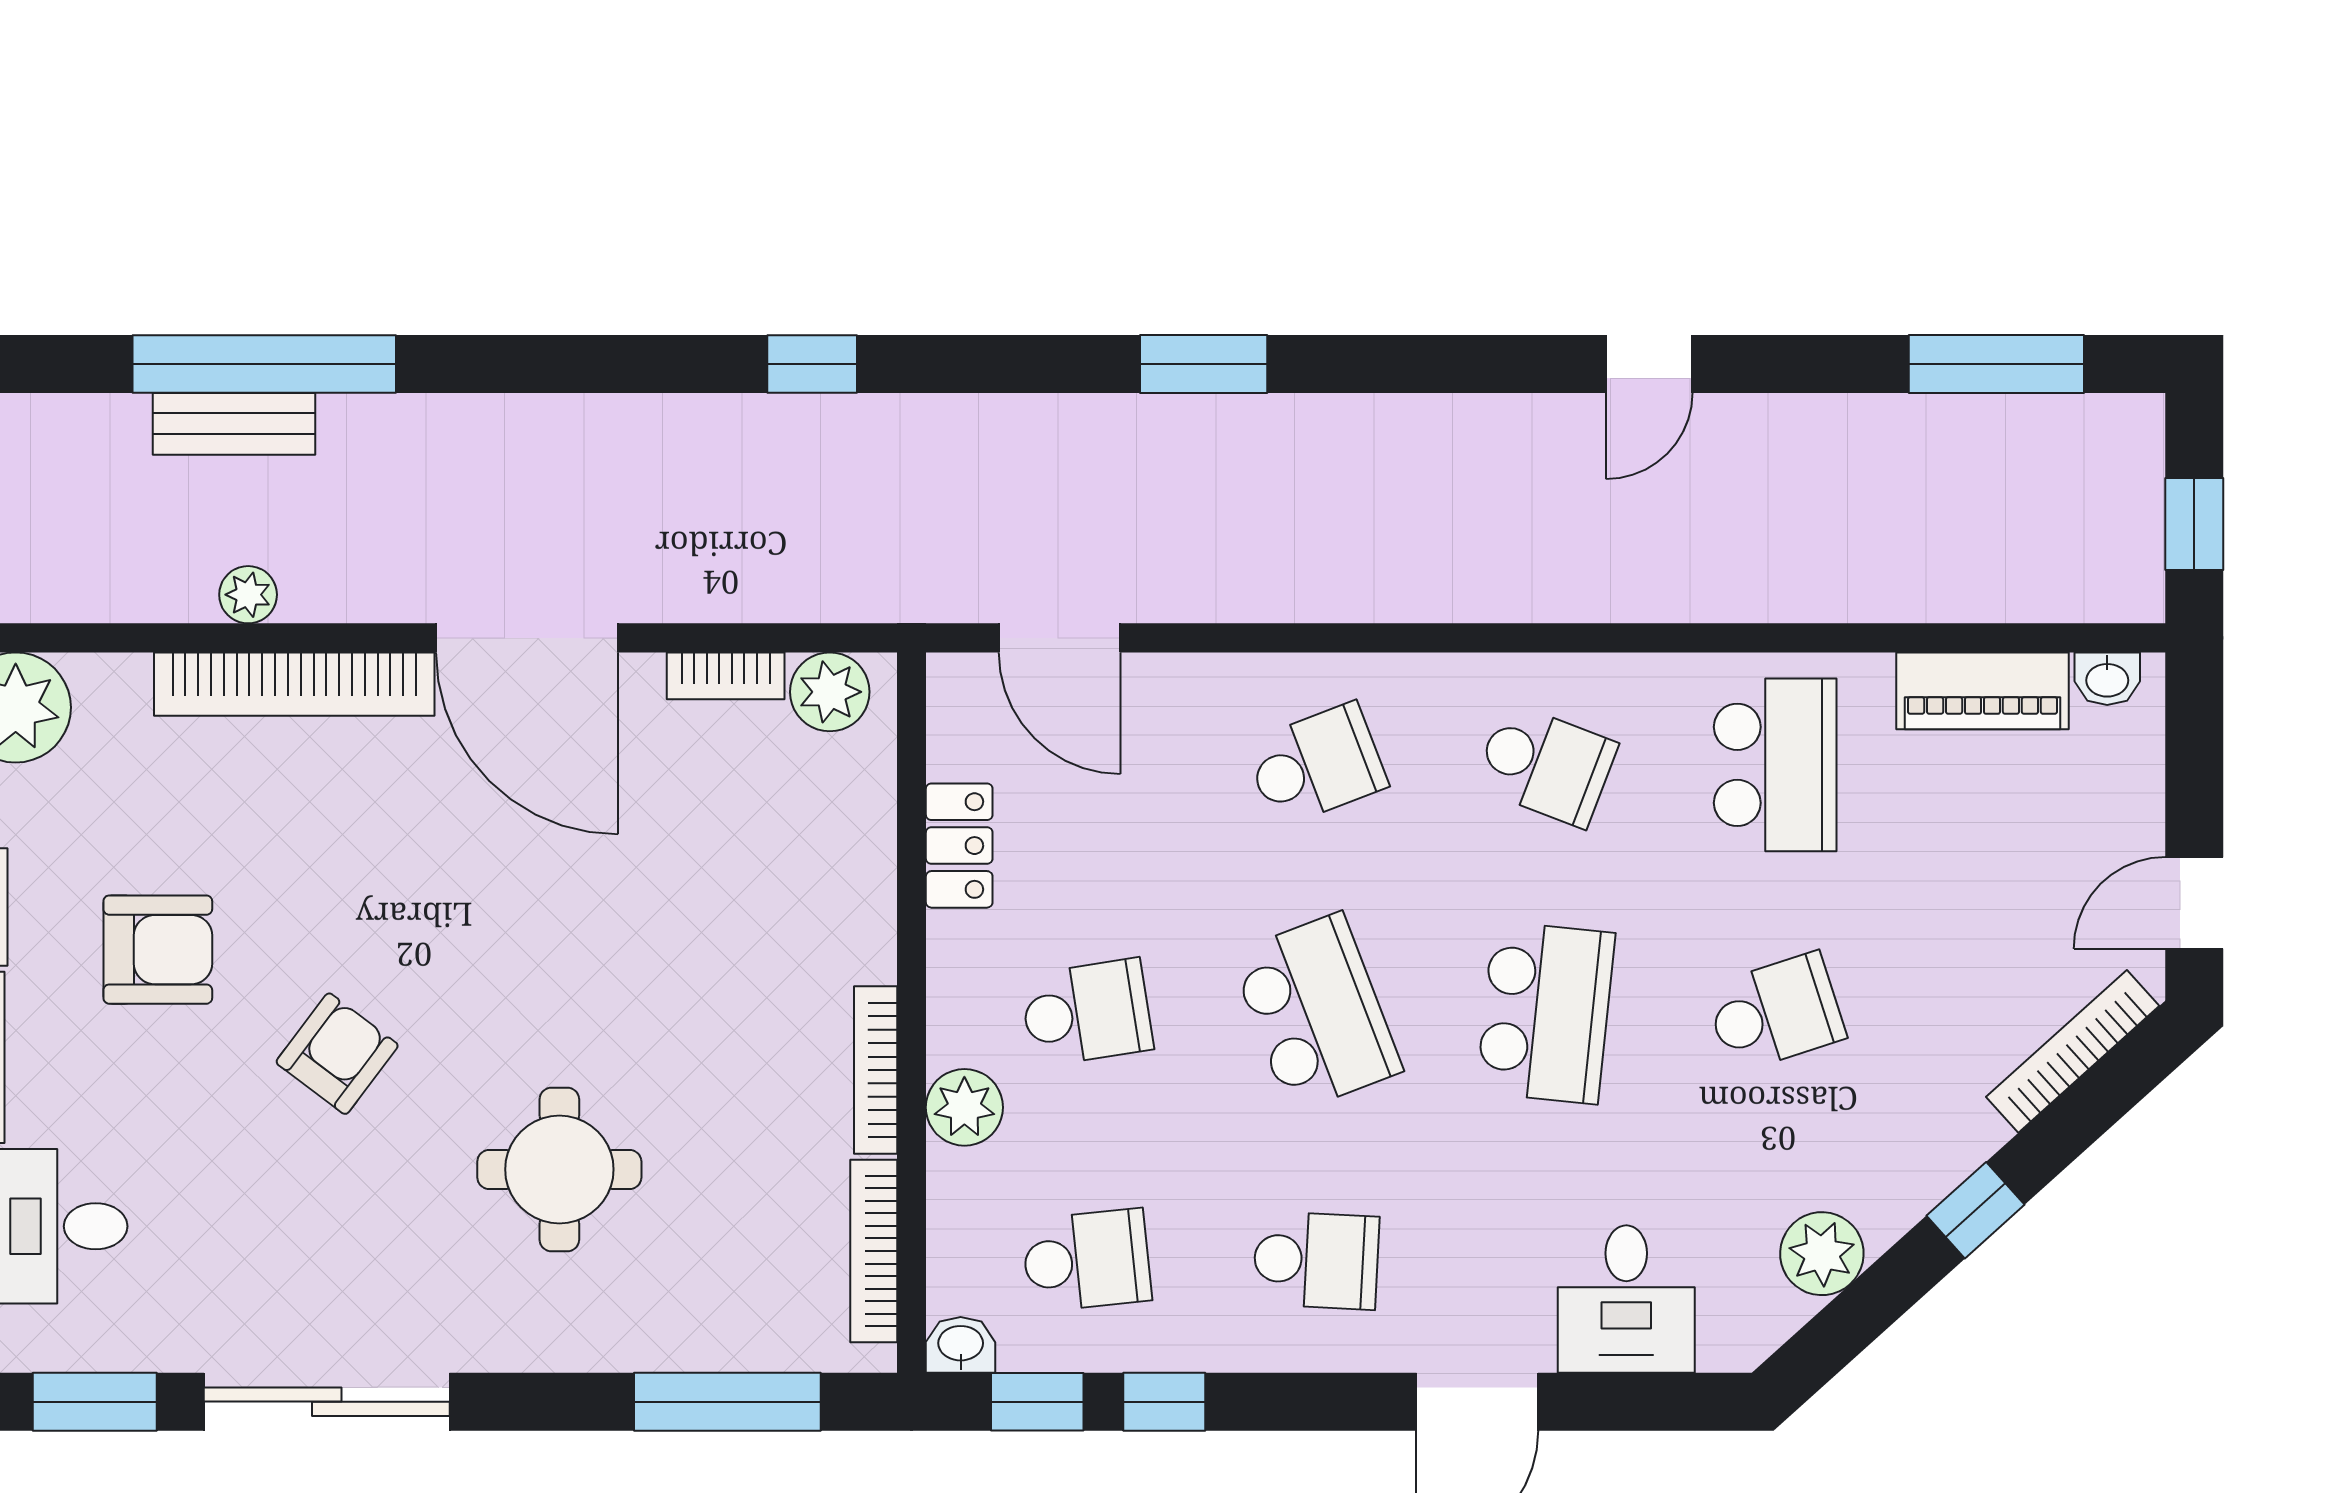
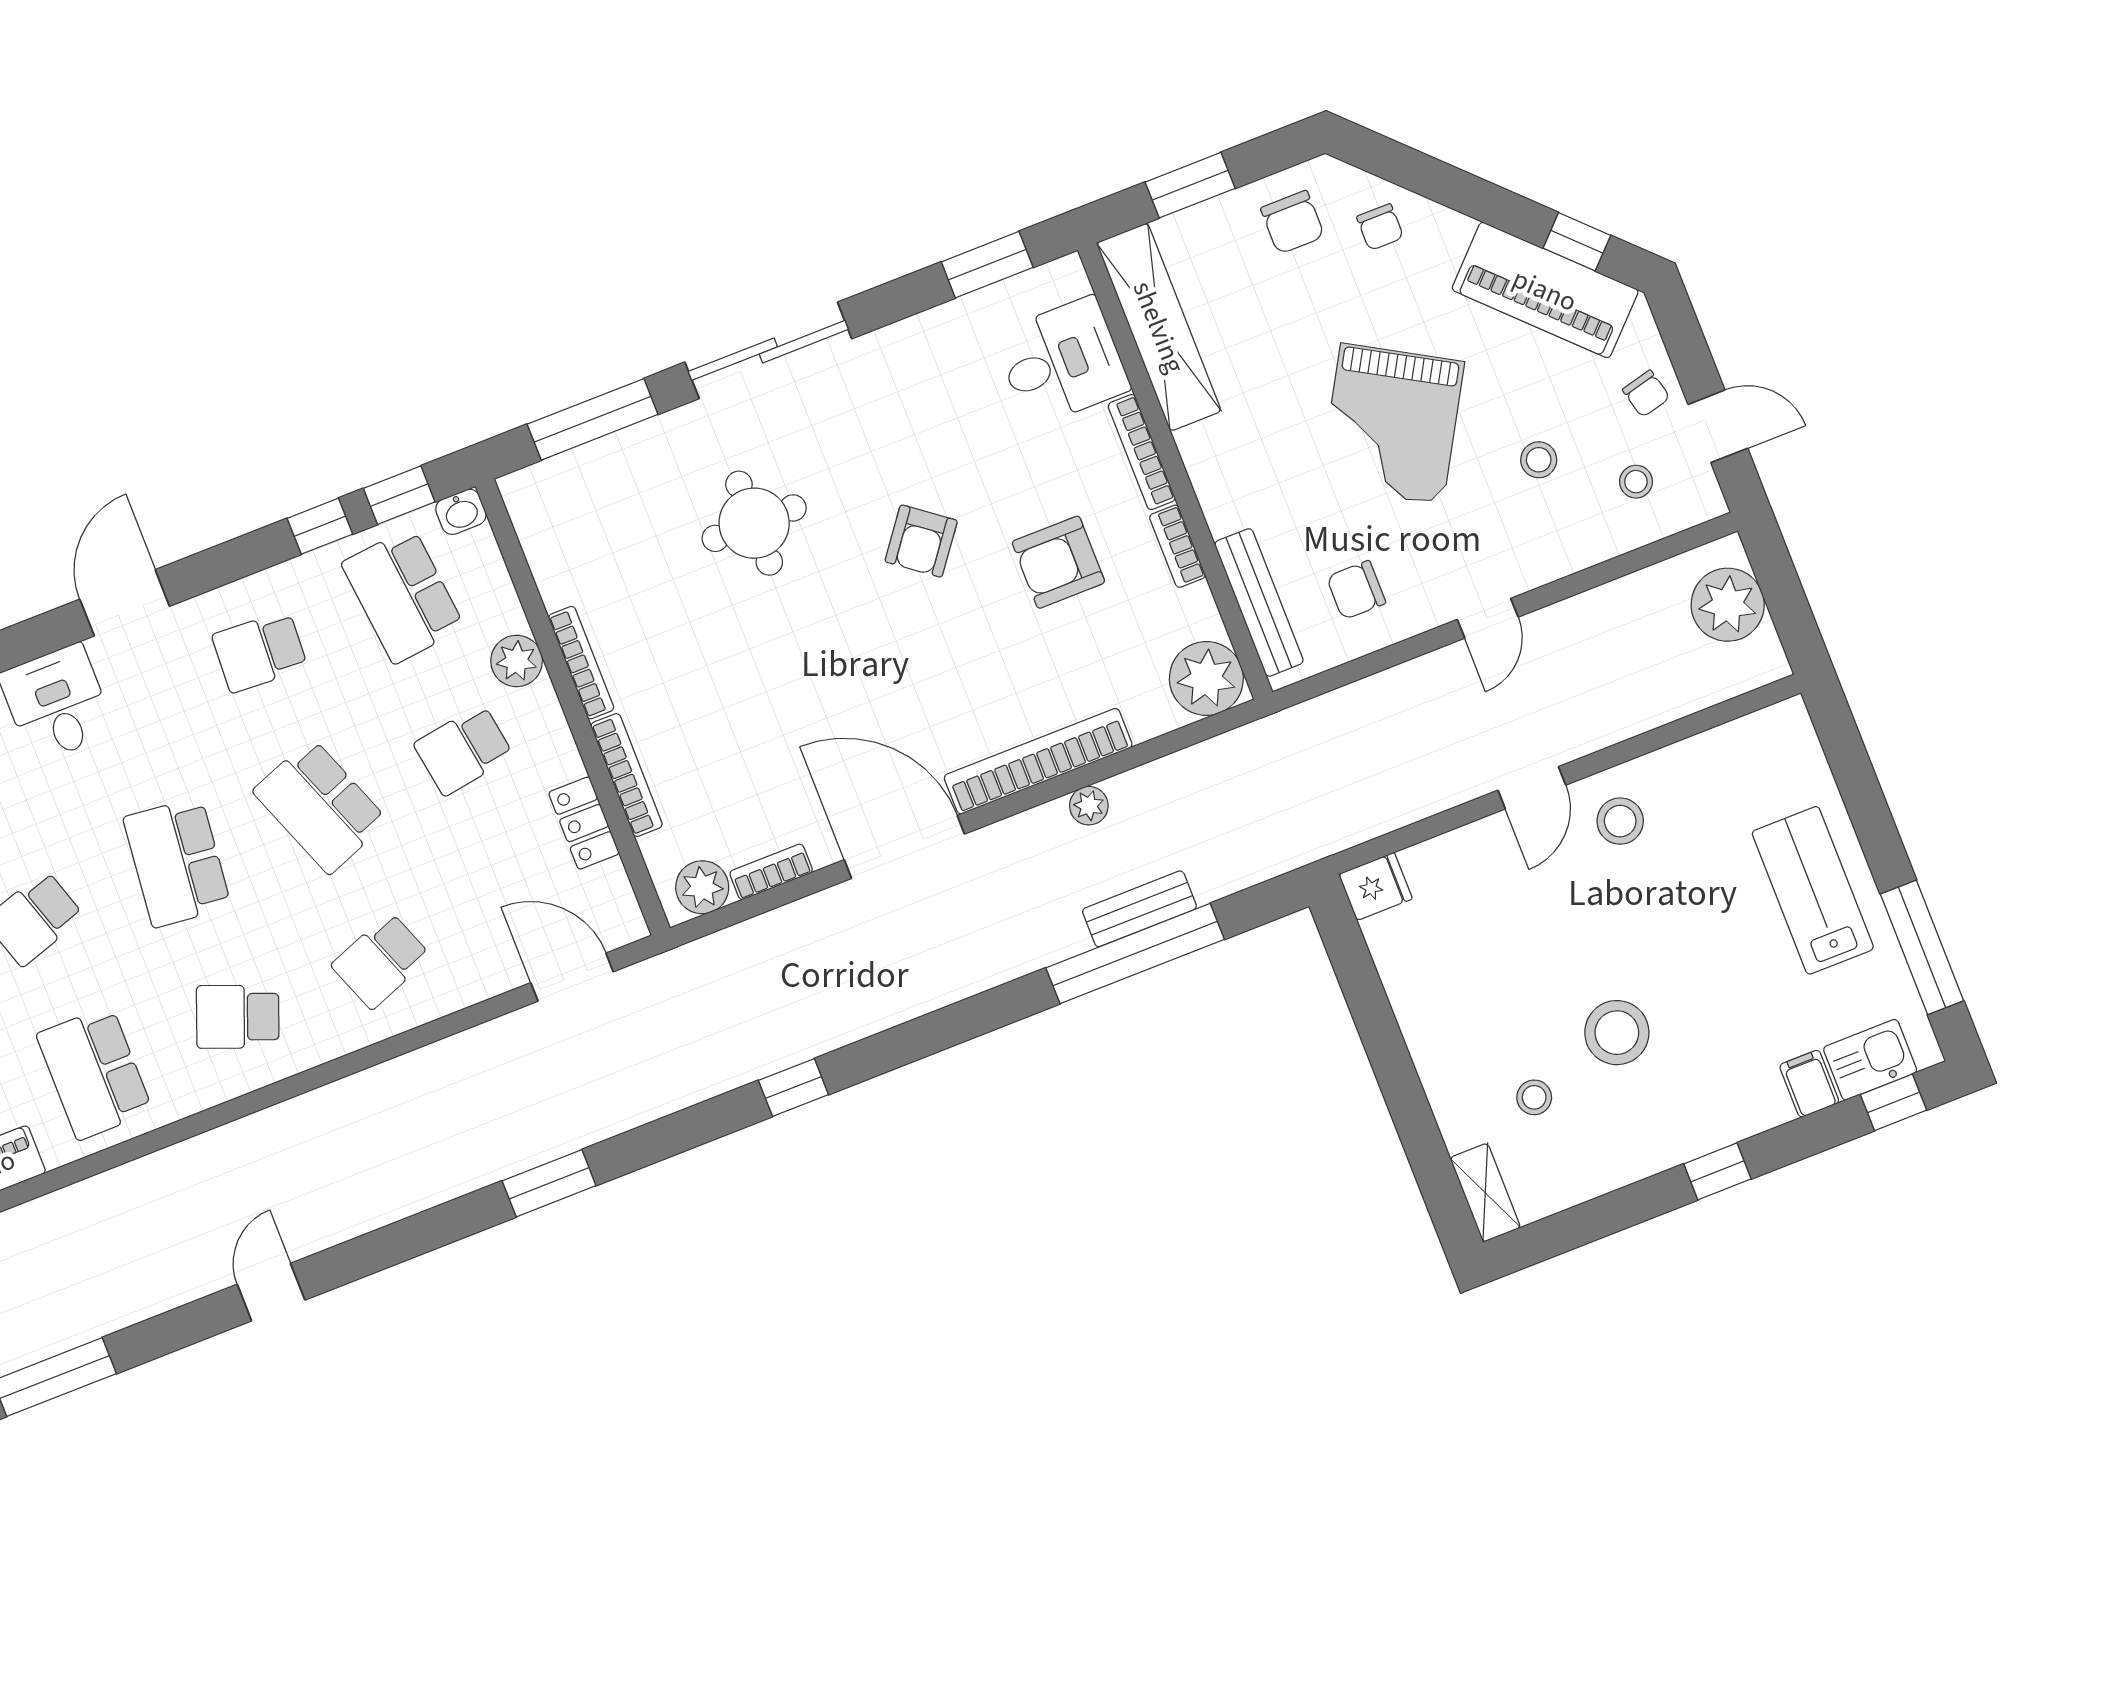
bookcase: (874, 1251) -> (627, 775), moved
school desk: (1087, 1260) -> (403, 595), width x1.85
sliding door: (327, 1402) -> (768, 350), moved

